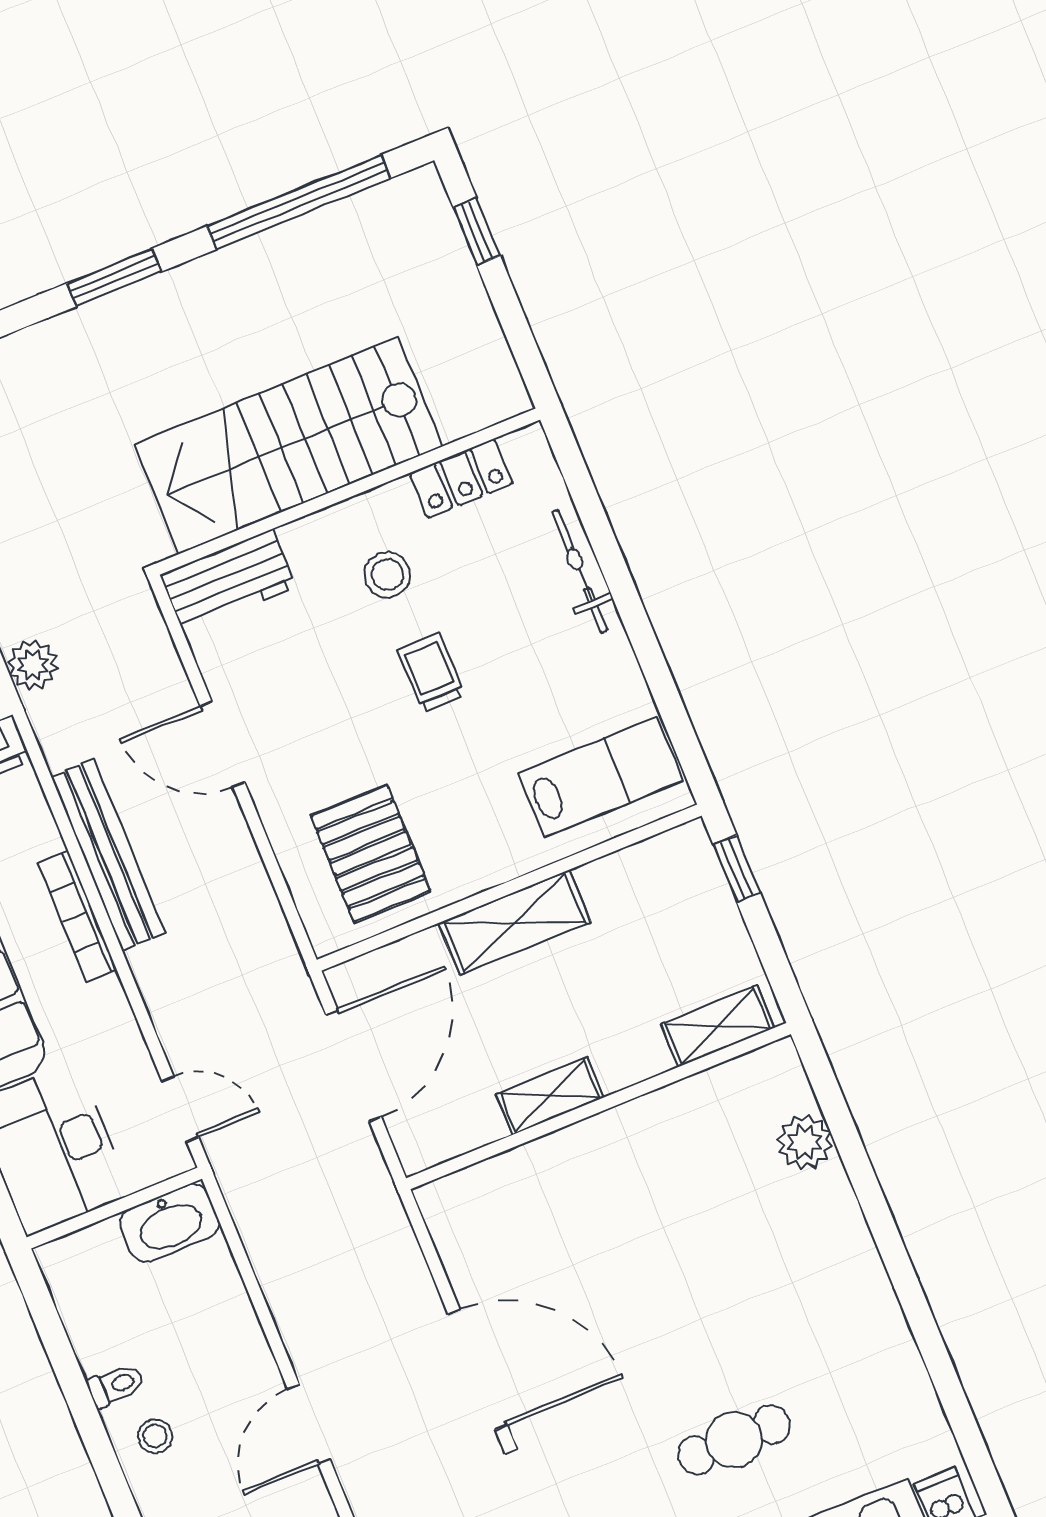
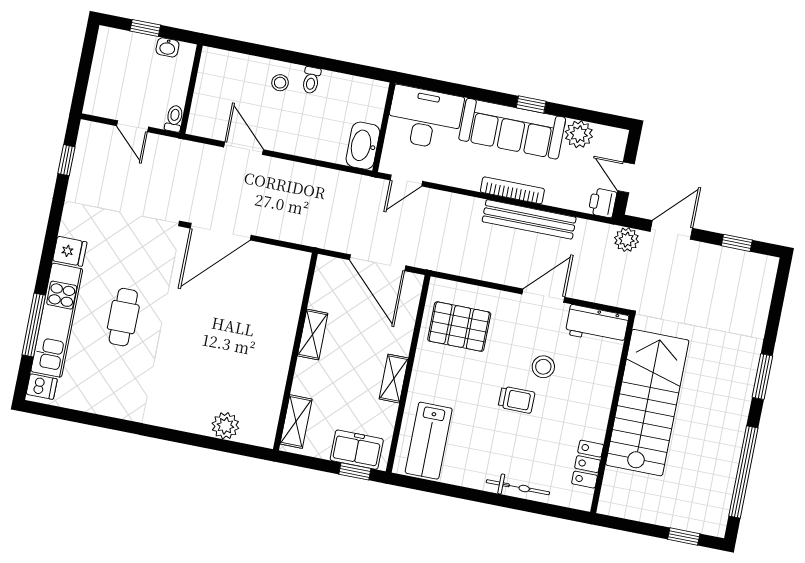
stool: (387, 575) -> (543, 367), moved
workbench: (228, 581) -> (597, 325), moved, turned -90
freezer: (697, 890) -> (357, 450), added
shelving: (514, 923) -> (394, 379), width x0.67, depth x0.75

